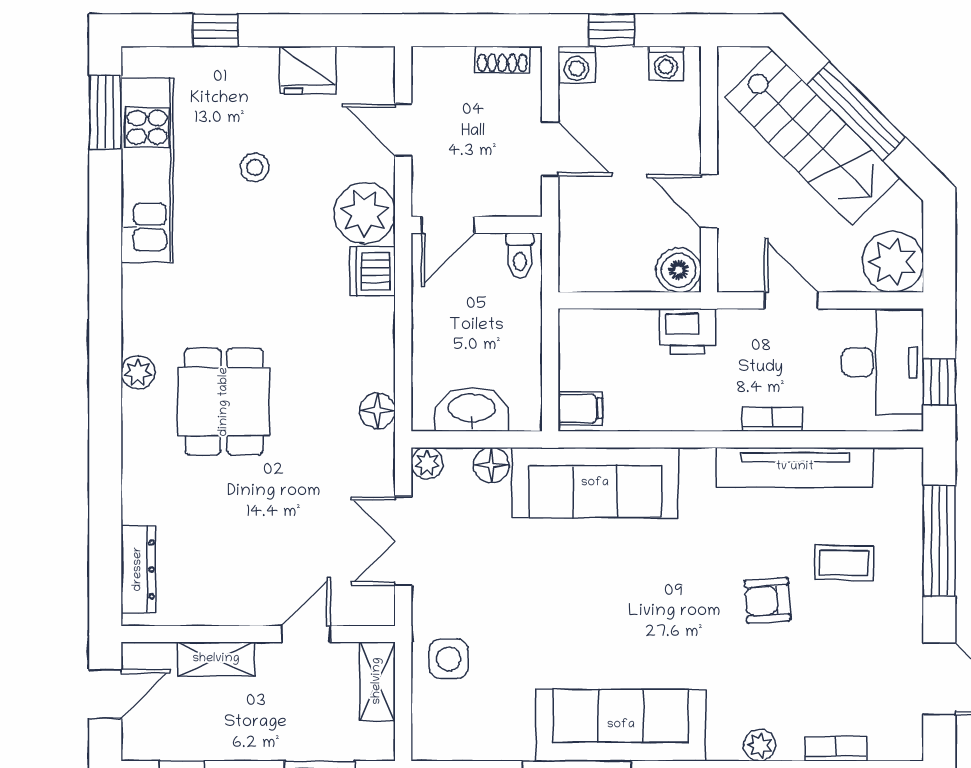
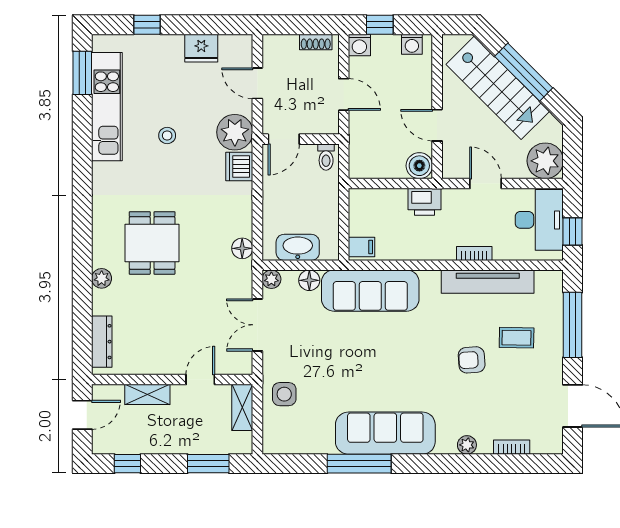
stool: (255, 167) -> (167, 135), moved
plant: (138, 372) -> (102, 278), moved

